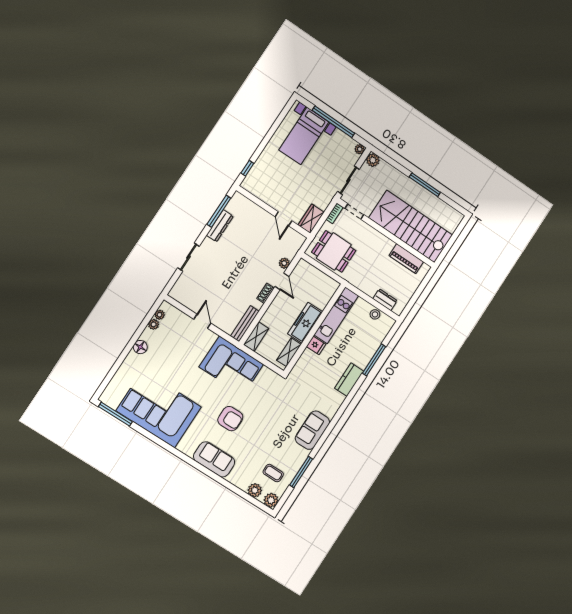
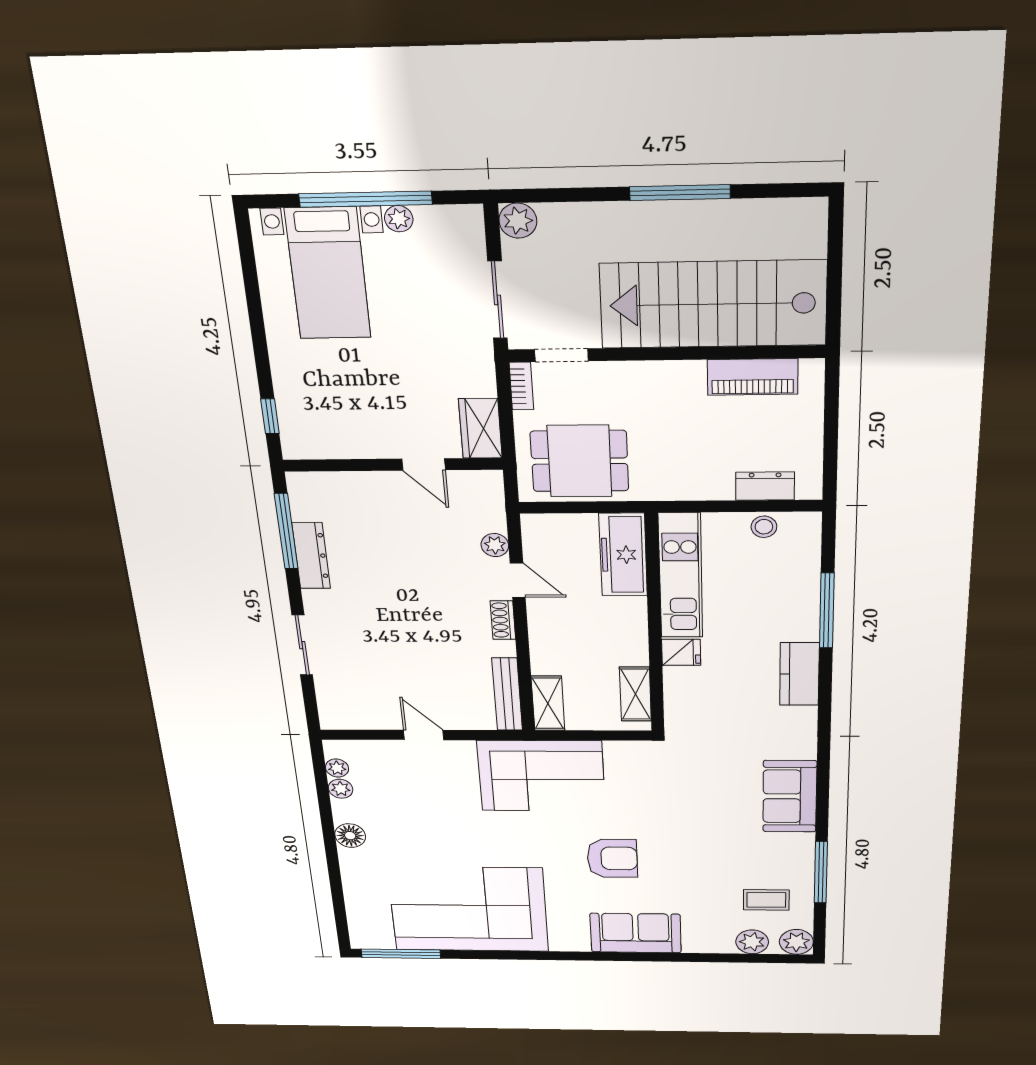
plant: (360, 149) -> (399, 219), moved
freezer: (305, 323) -> (623, 555), moved

